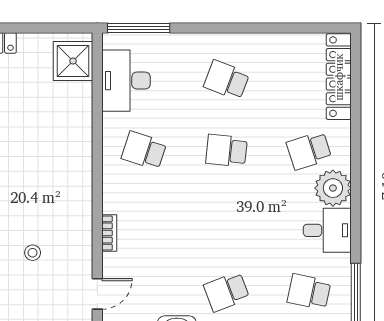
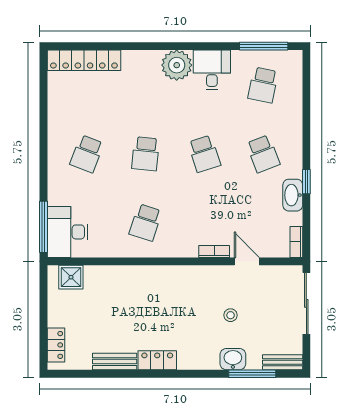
shower: (73, 61) -> (71, 277), width x0.73, depth x0.73
desk: (126, 81) -> (67, 232), moved, turned 90
school desk: (309, 151) -> (204, 154), moved
door: (97, 294) -> (247, 261), moved

